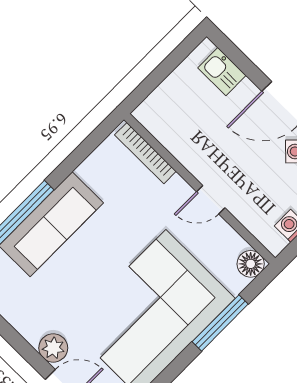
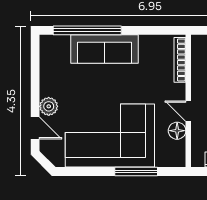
floor lamp: (251, 264) -> (177, 131), moved

